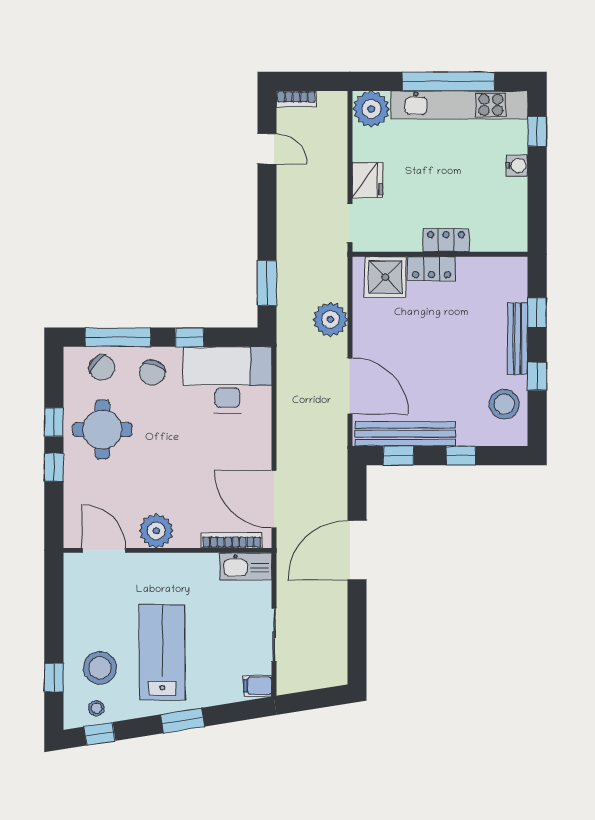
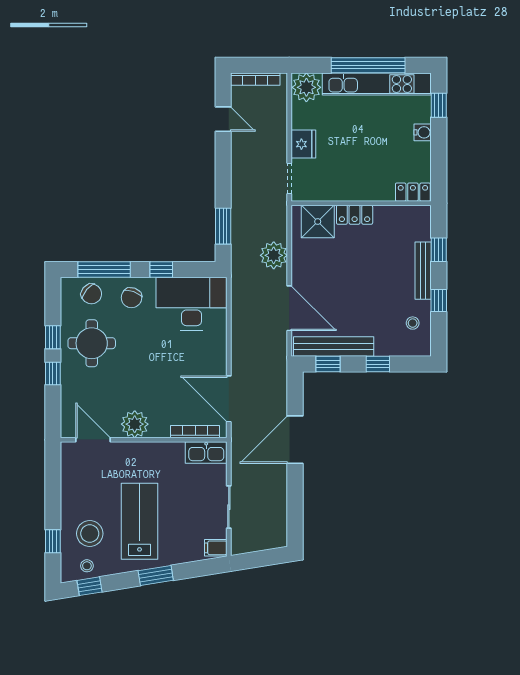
bookcase: (296, 99) -> (255, 79), width x1.56
locker: (446, 240) -> (413, 192), moved
stool: (504, 404) -> (413, 323), width x0.53, depth x0.53

